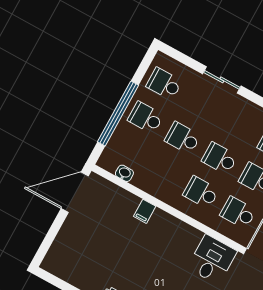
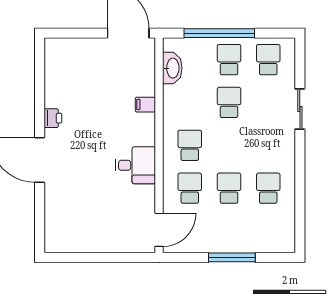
school desk: (220, 158) -> (229, 145), removed
washbasin: (124, 173) -> (172, 68), width x1.91, depth x1.45
desk: (212, 260) -> (135, 165), moved

